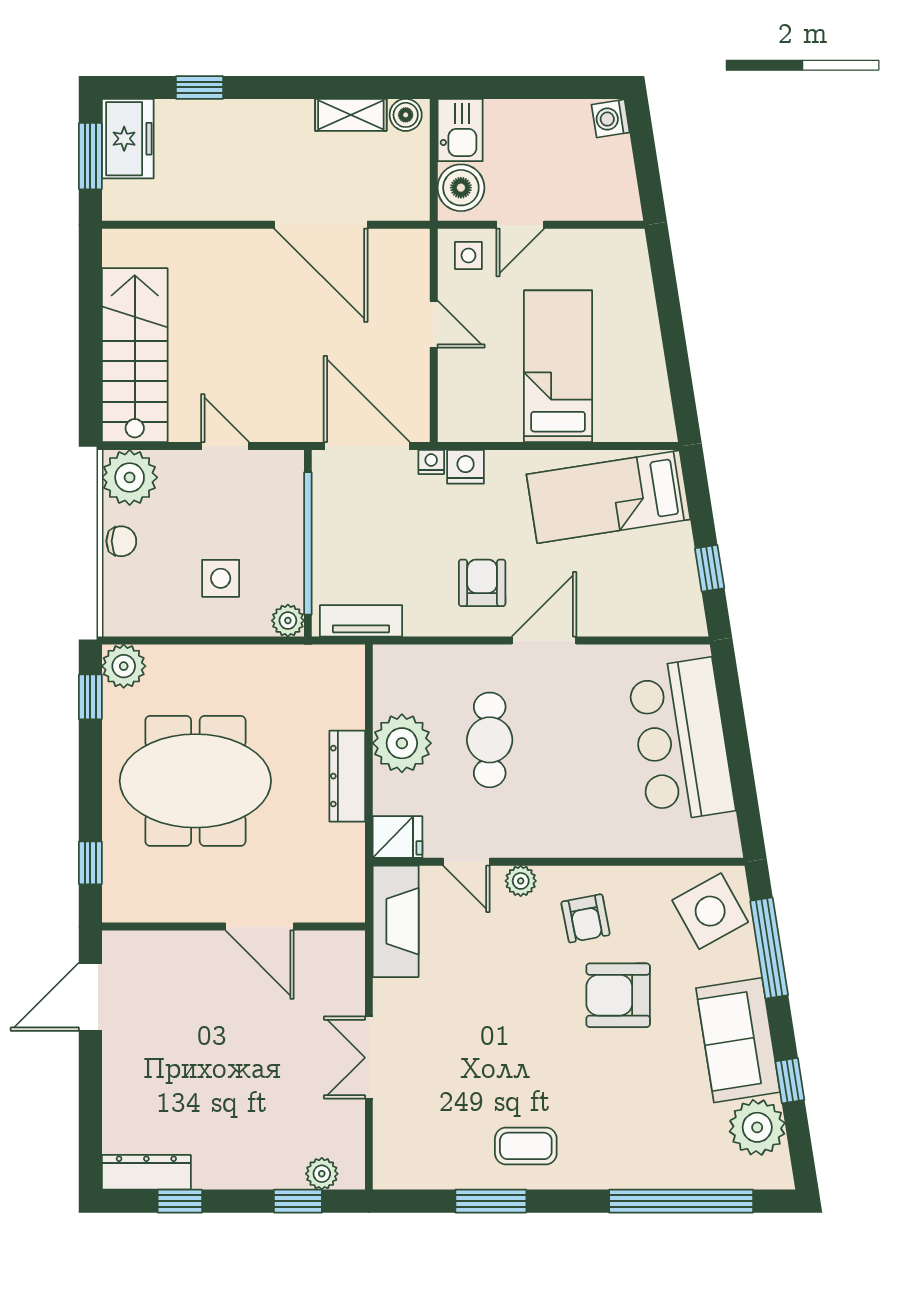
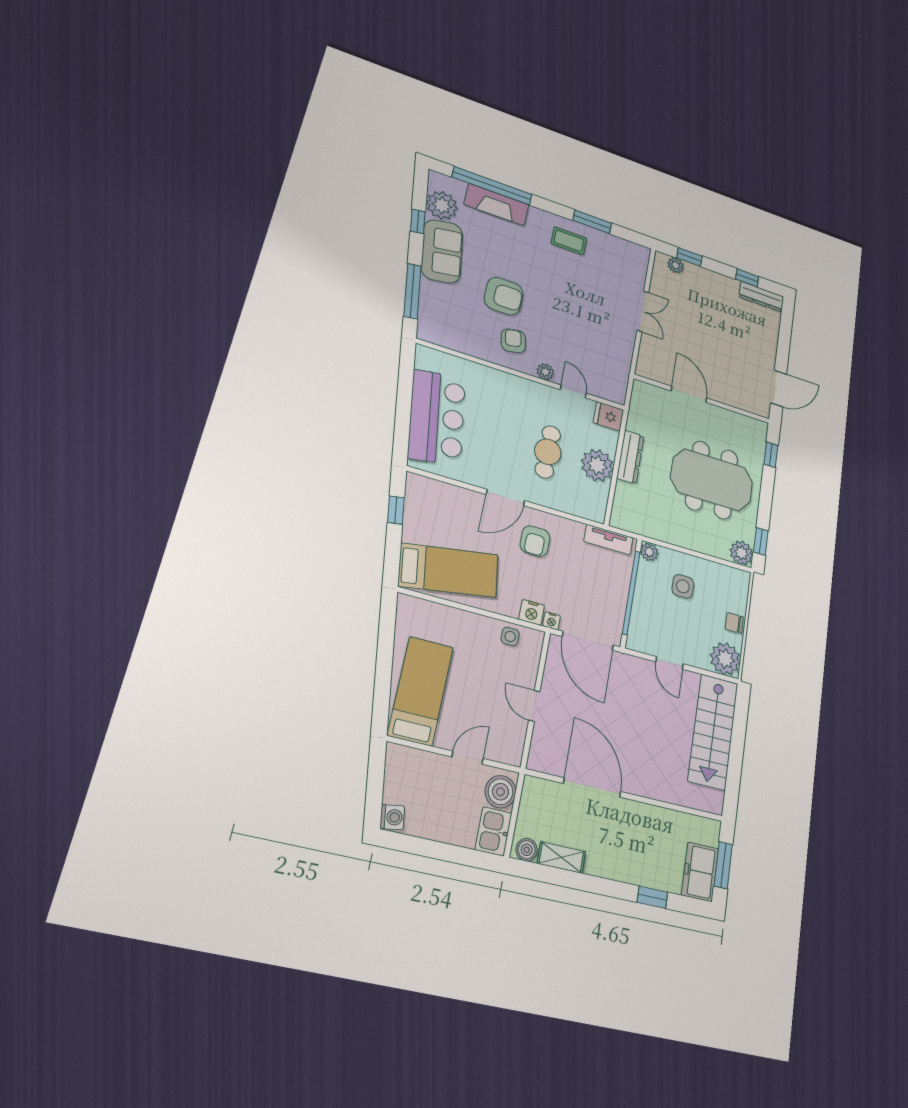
side table: (468, 255) -> (510, 636), moved
bed: (558, 366) -> (421, 691), moved, turned 180
side table: (710, 911) -> (442, 321), removed
fireplace: (396, 921) -> (496, 205), moved, turned -90

